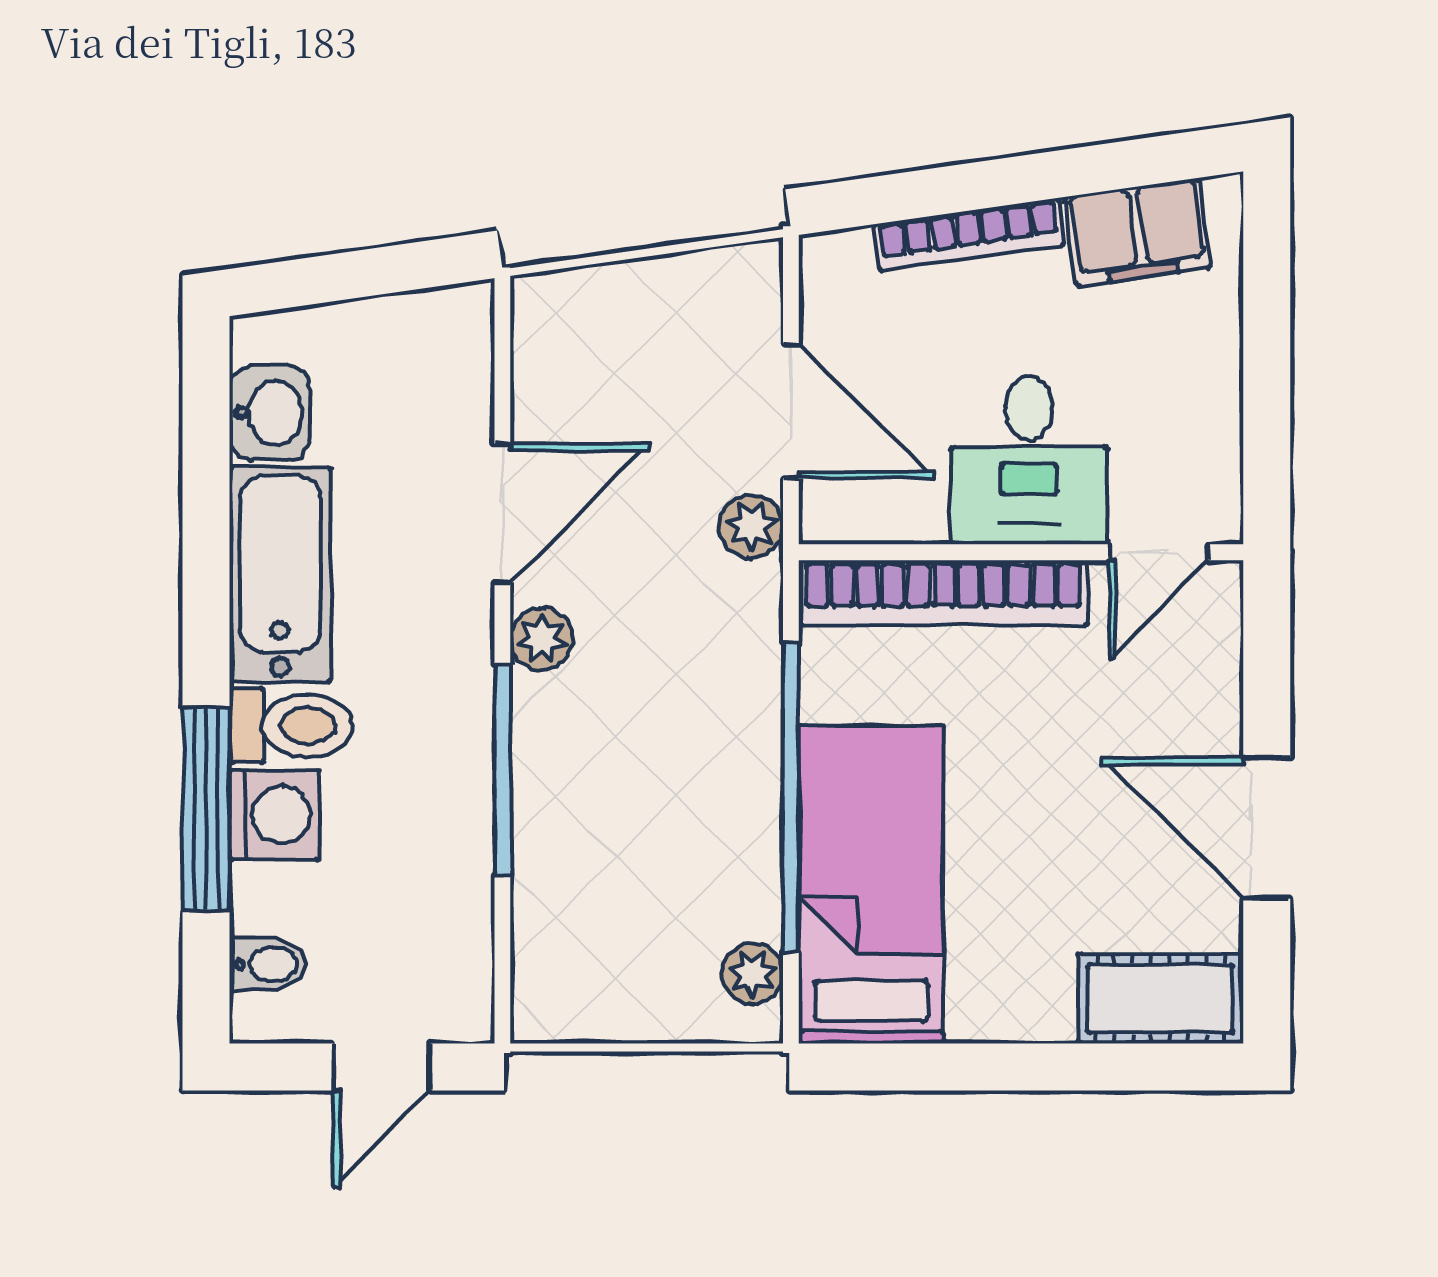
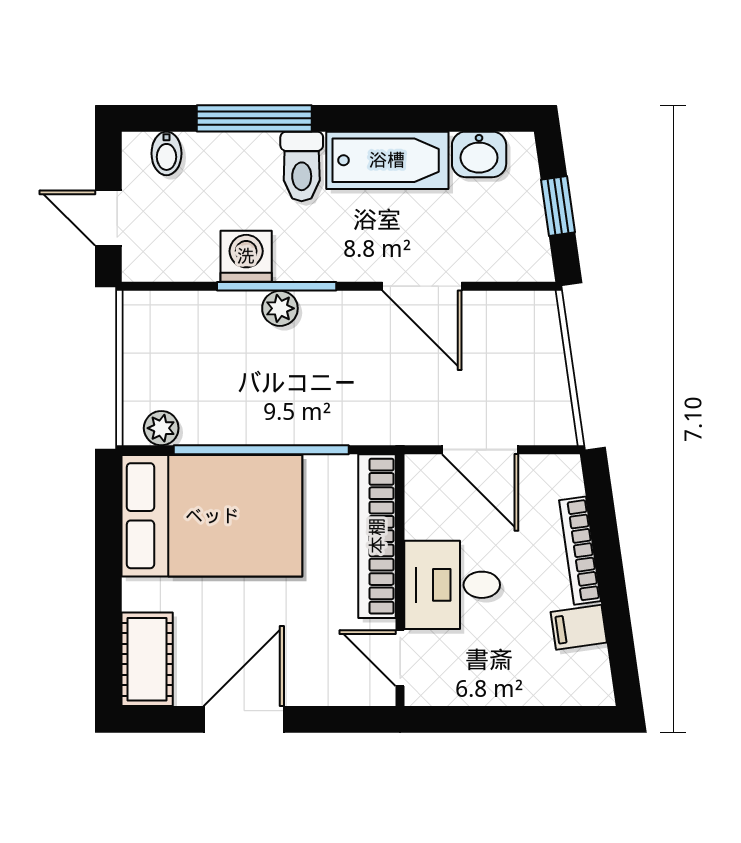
filing cabinet: (1138, 232) -> (579, 627), width x0.50
window: (361, 274) -> (558, 206), added
door: (791, 411) -> (480, 450), hinge flipped
plant: (751, 526) -> (415, 427), removed
plant: (541, 639) -> (280, 308), moved
washing machine: (275, 815) -> (246, 256), moved, turned 180
bed: (871, 884) -> (212, 516), width x1.50

